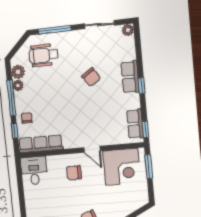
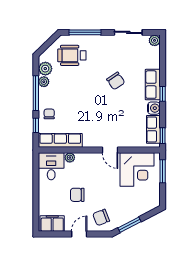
water cooler: (134, 102) -> (154, 108), added
plant: (52, 160) -> (70, 158), added
chair: (74, 173) -> (77, 195), moved

